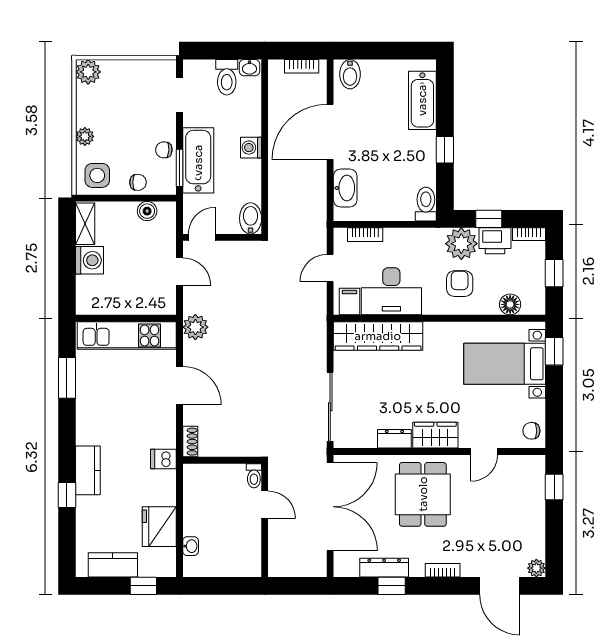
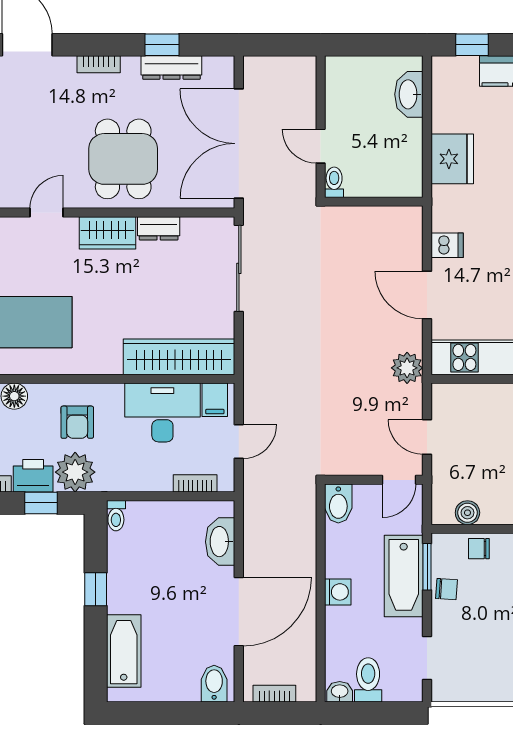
toilet: (426, 204) -> (116, 516), width x0.73, depth x0.72
shoe rack: (190, 442) -> (414, 225), removed
dishwasher: (163, 459) -> (447, 245), moved
fridge: (159, 527) -> (452, 159), moved
washbasin: (191, 546) -> (409, 94), width x1.91, depth x1.45

